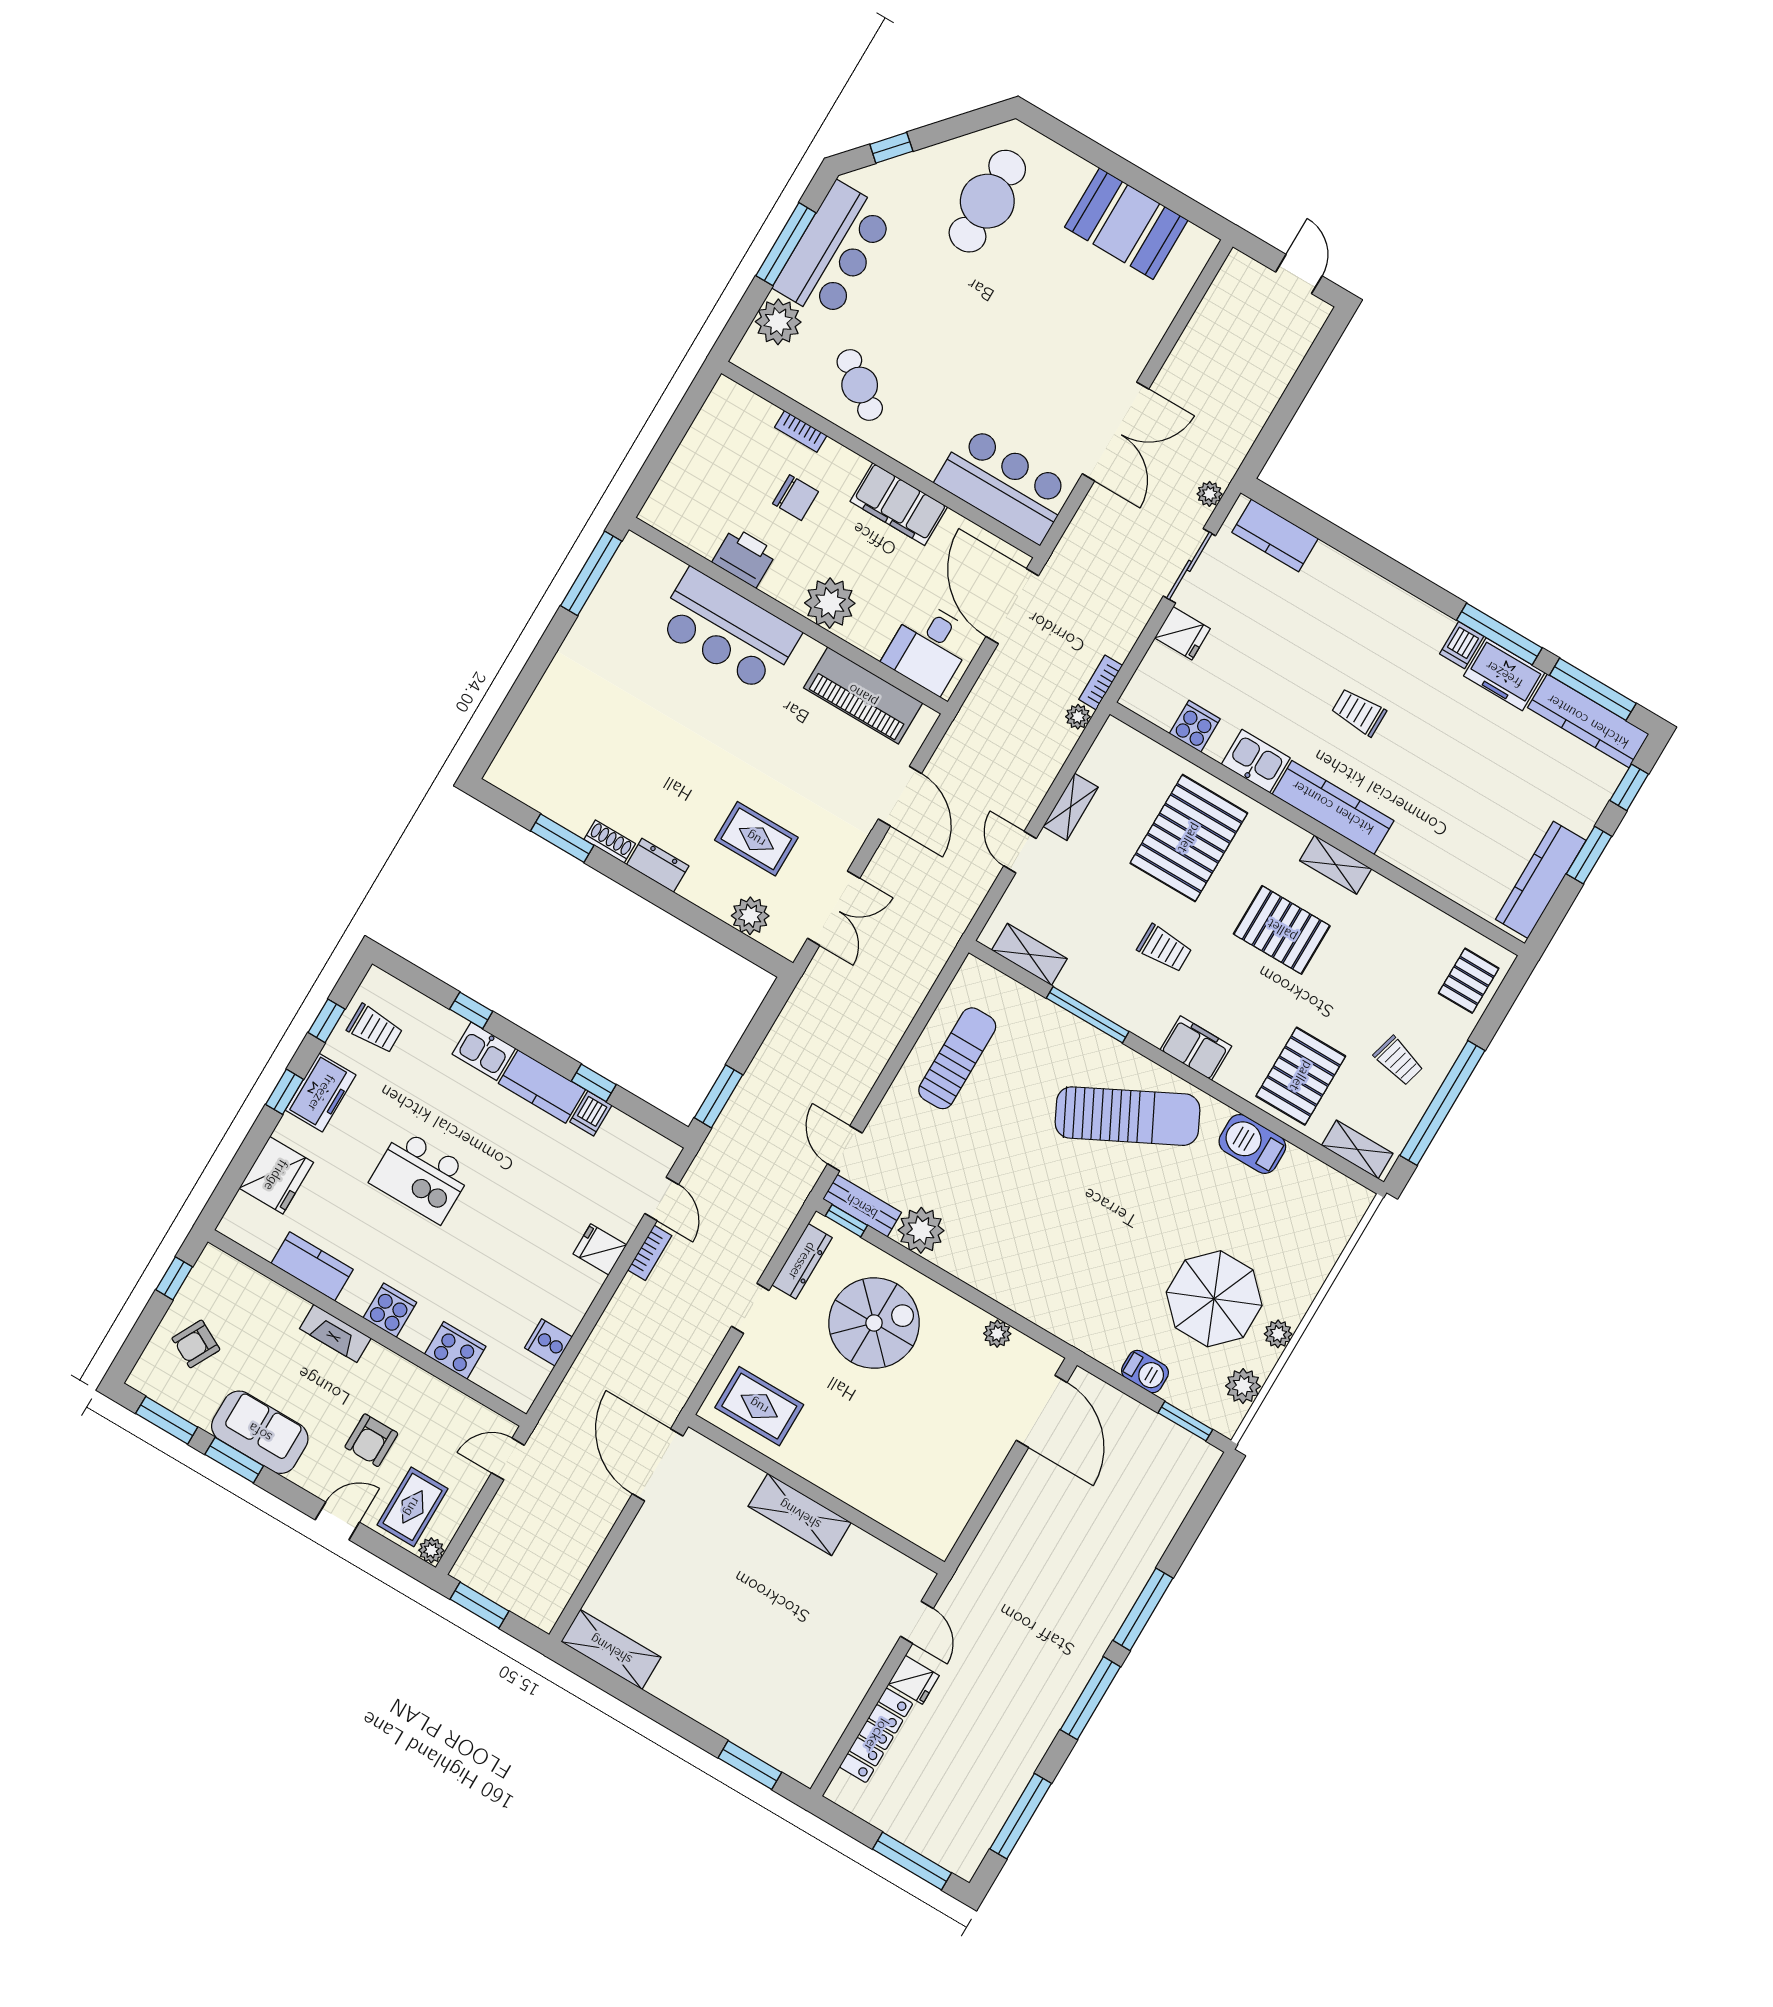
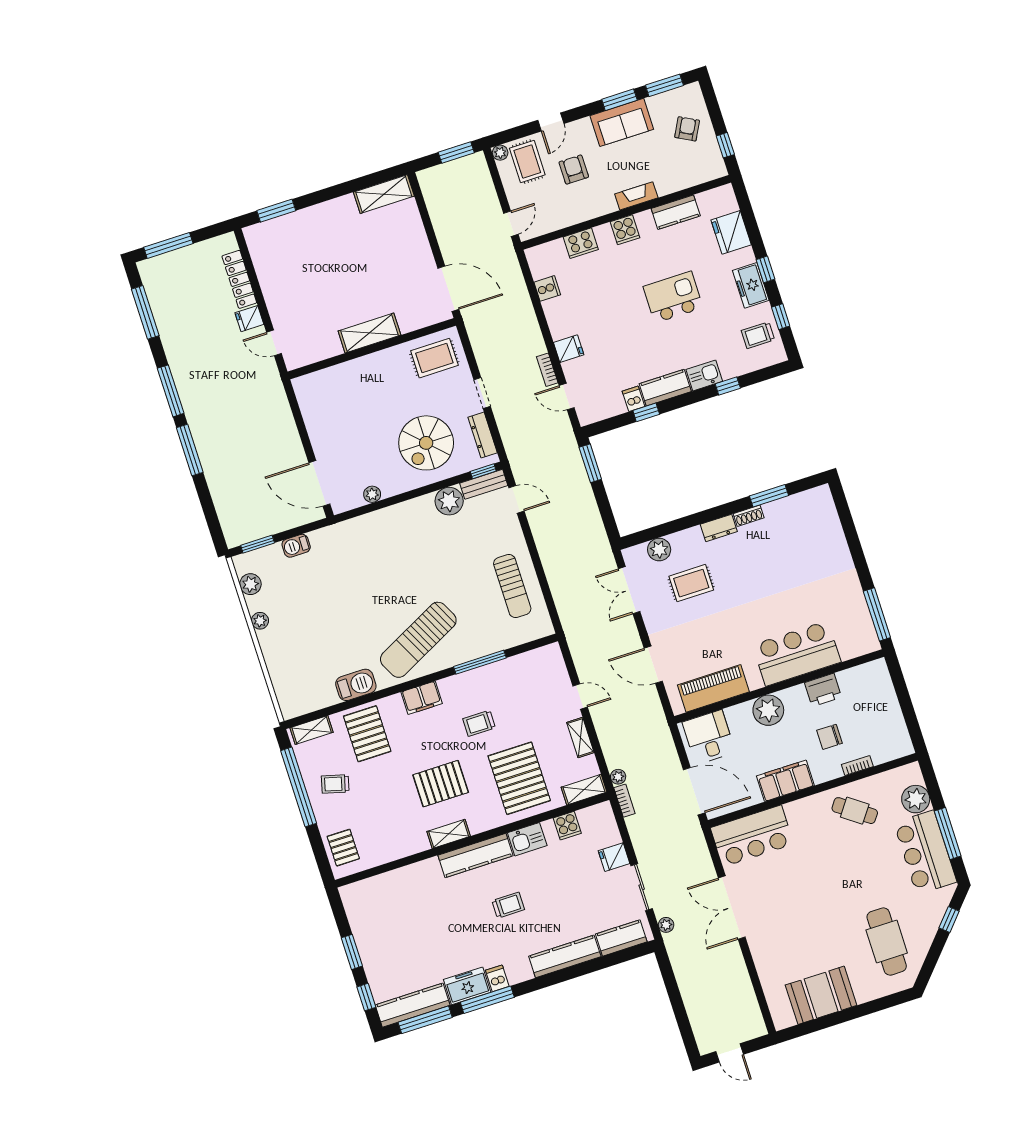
kitchen counter: (1541, 880) -> (565, 956), moved, turned -90
shelving: (1029, 954) -> (584, 790), moved
parasol: (1214, 1299) -> (301, 606), removed

